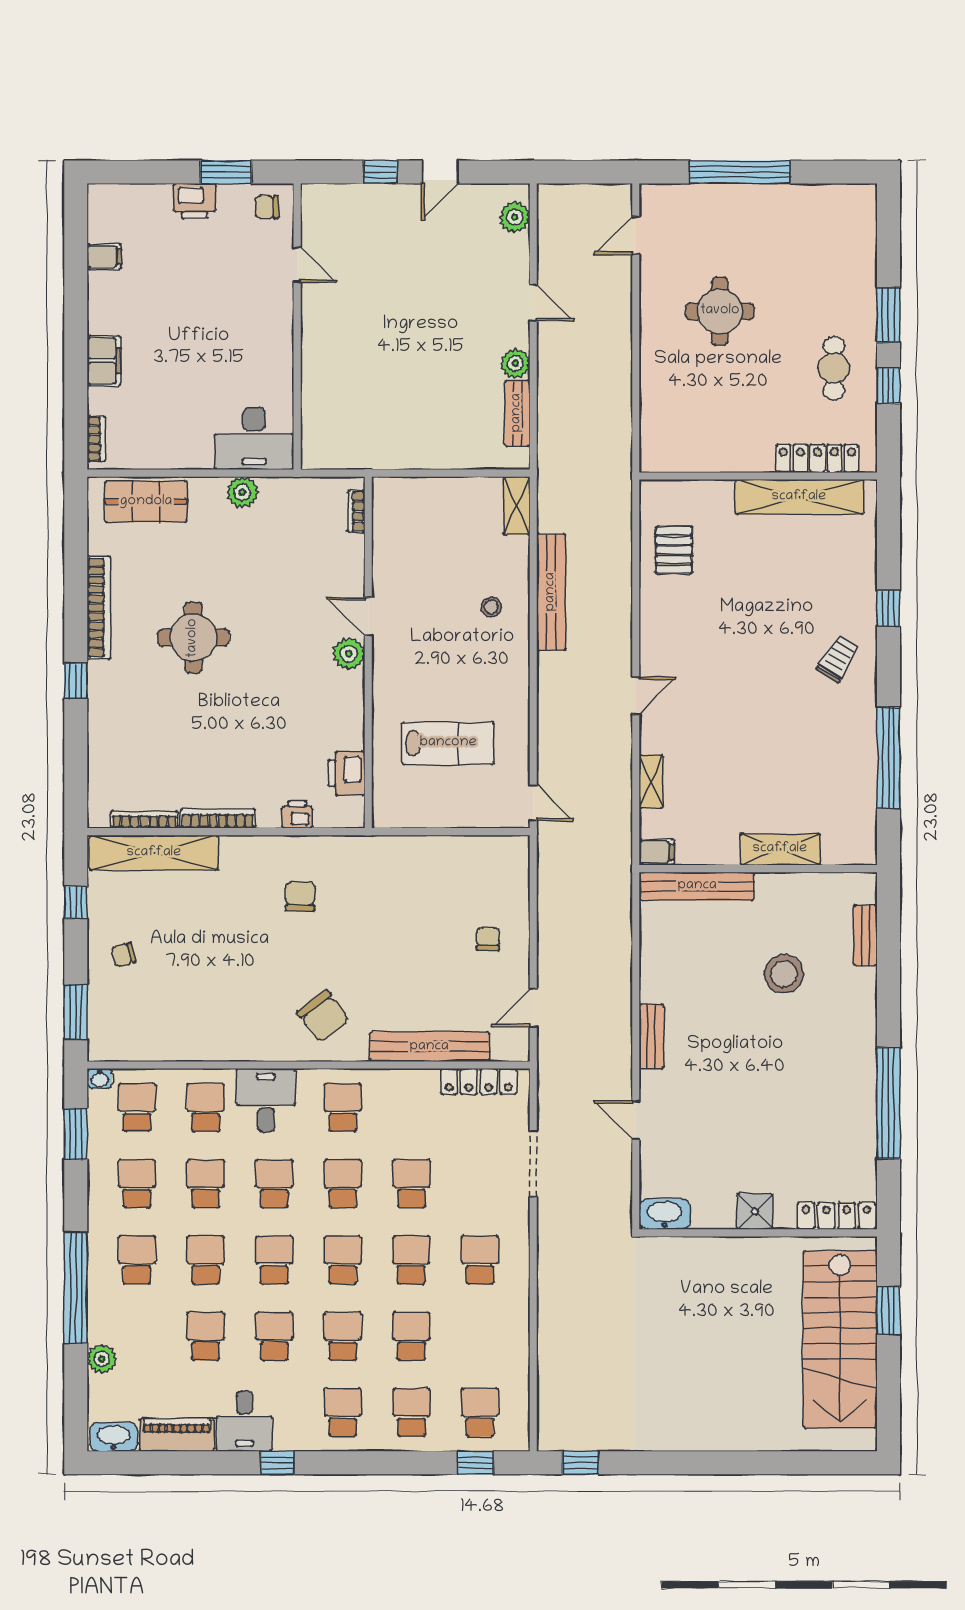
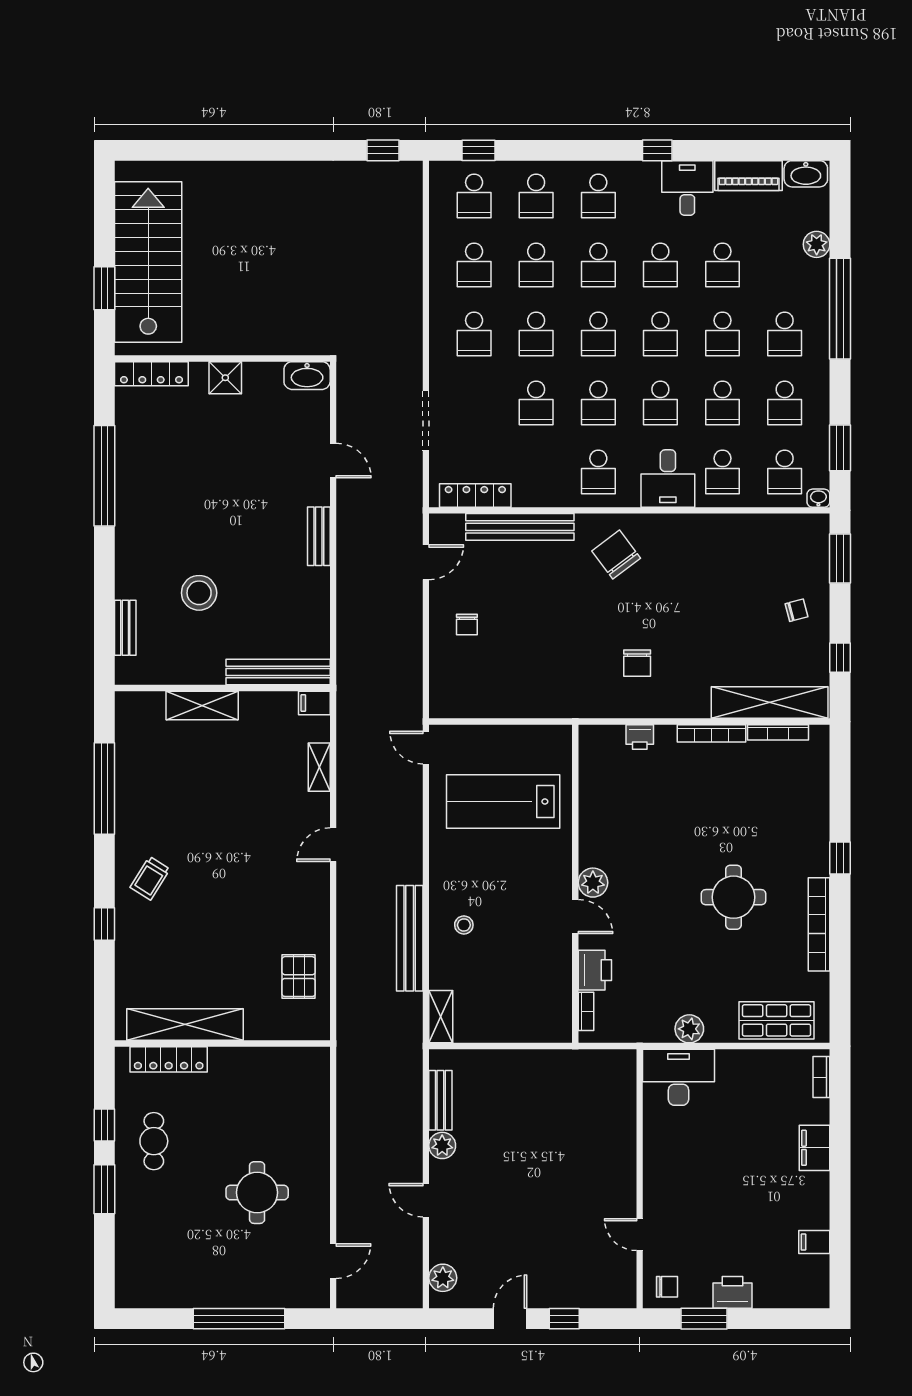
lab bench: (448, 743) -> (503, 801), width x1.36, depth x1.39
printer: (347, 773) -> (595, 970), moved
school desk: (480, 1336) -> (474, 265), added

